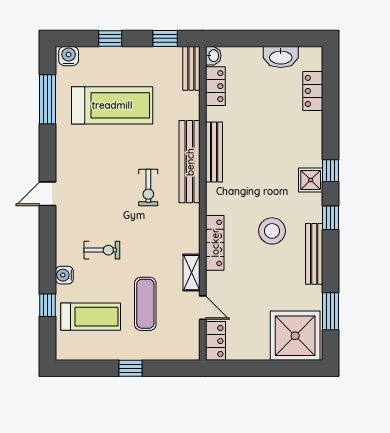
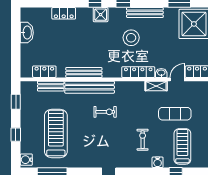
washbasin: (213, 56) -> (161, 73), moved
bench: (191, 68) -> (51, 86), moved
locker: (313, 91) -> (64, 13), moved

